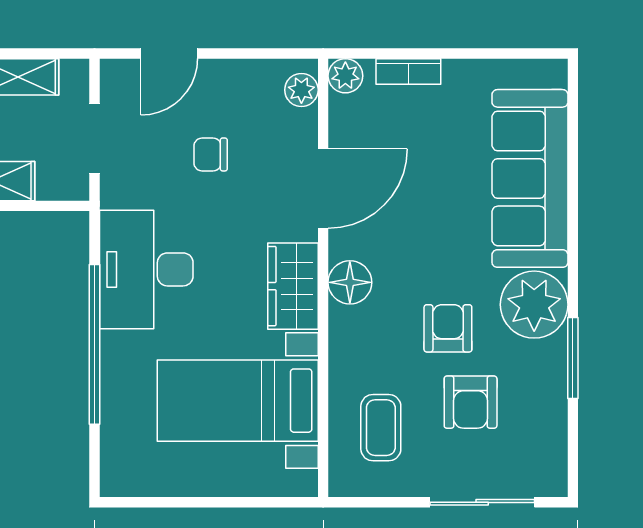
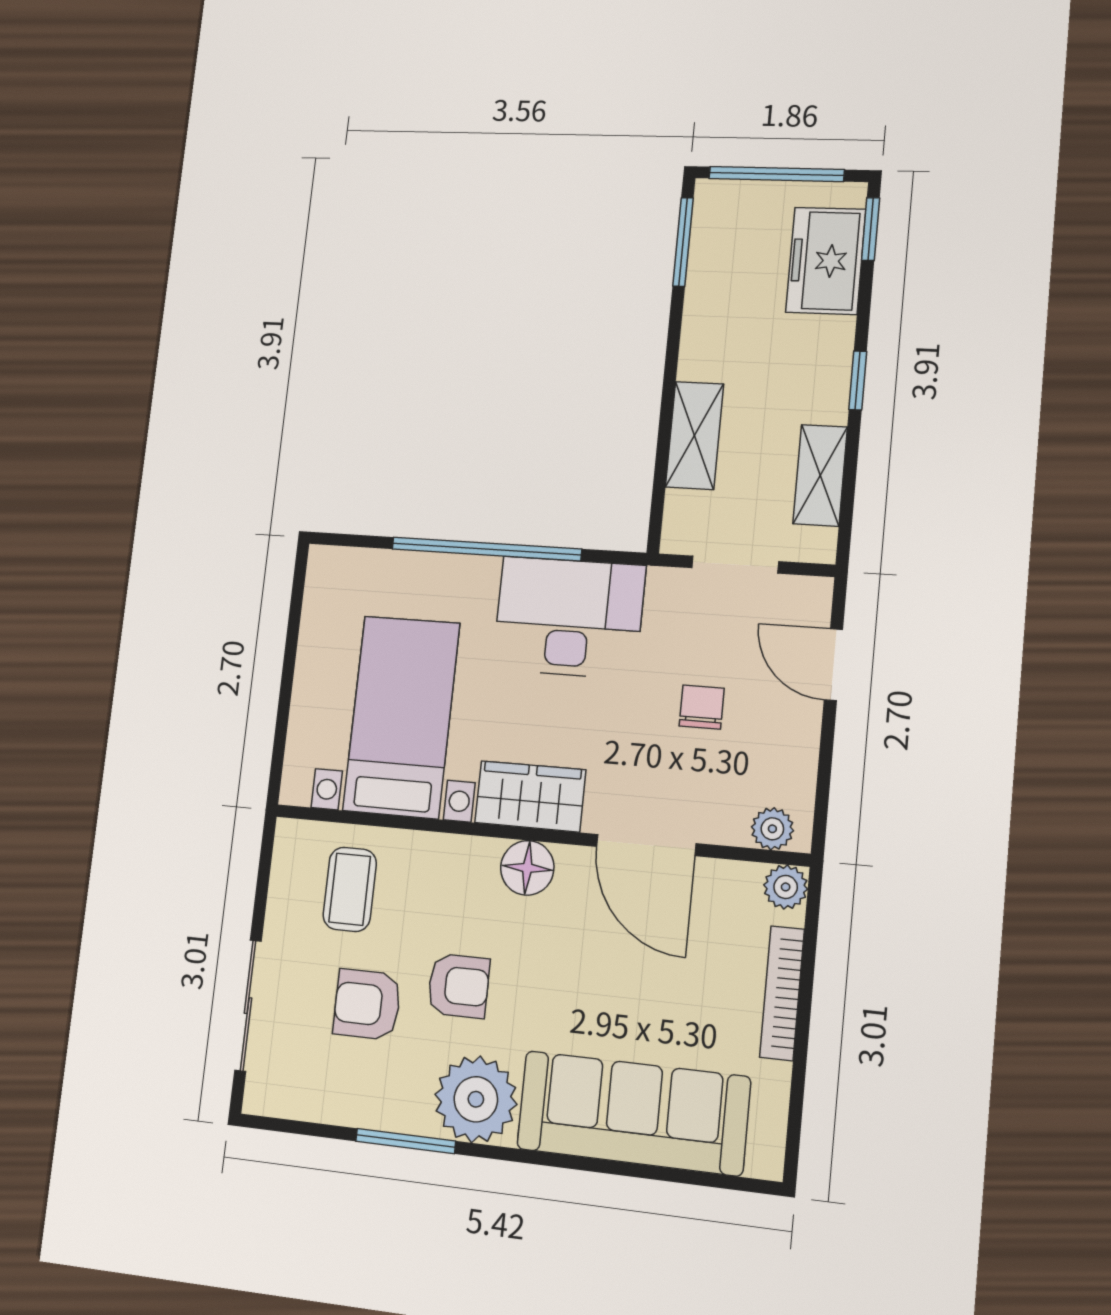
bookcase: (408, 71) -> (782, 993), width x1.56
coffee table: (381, 428) -> (350, 889), turned 90

